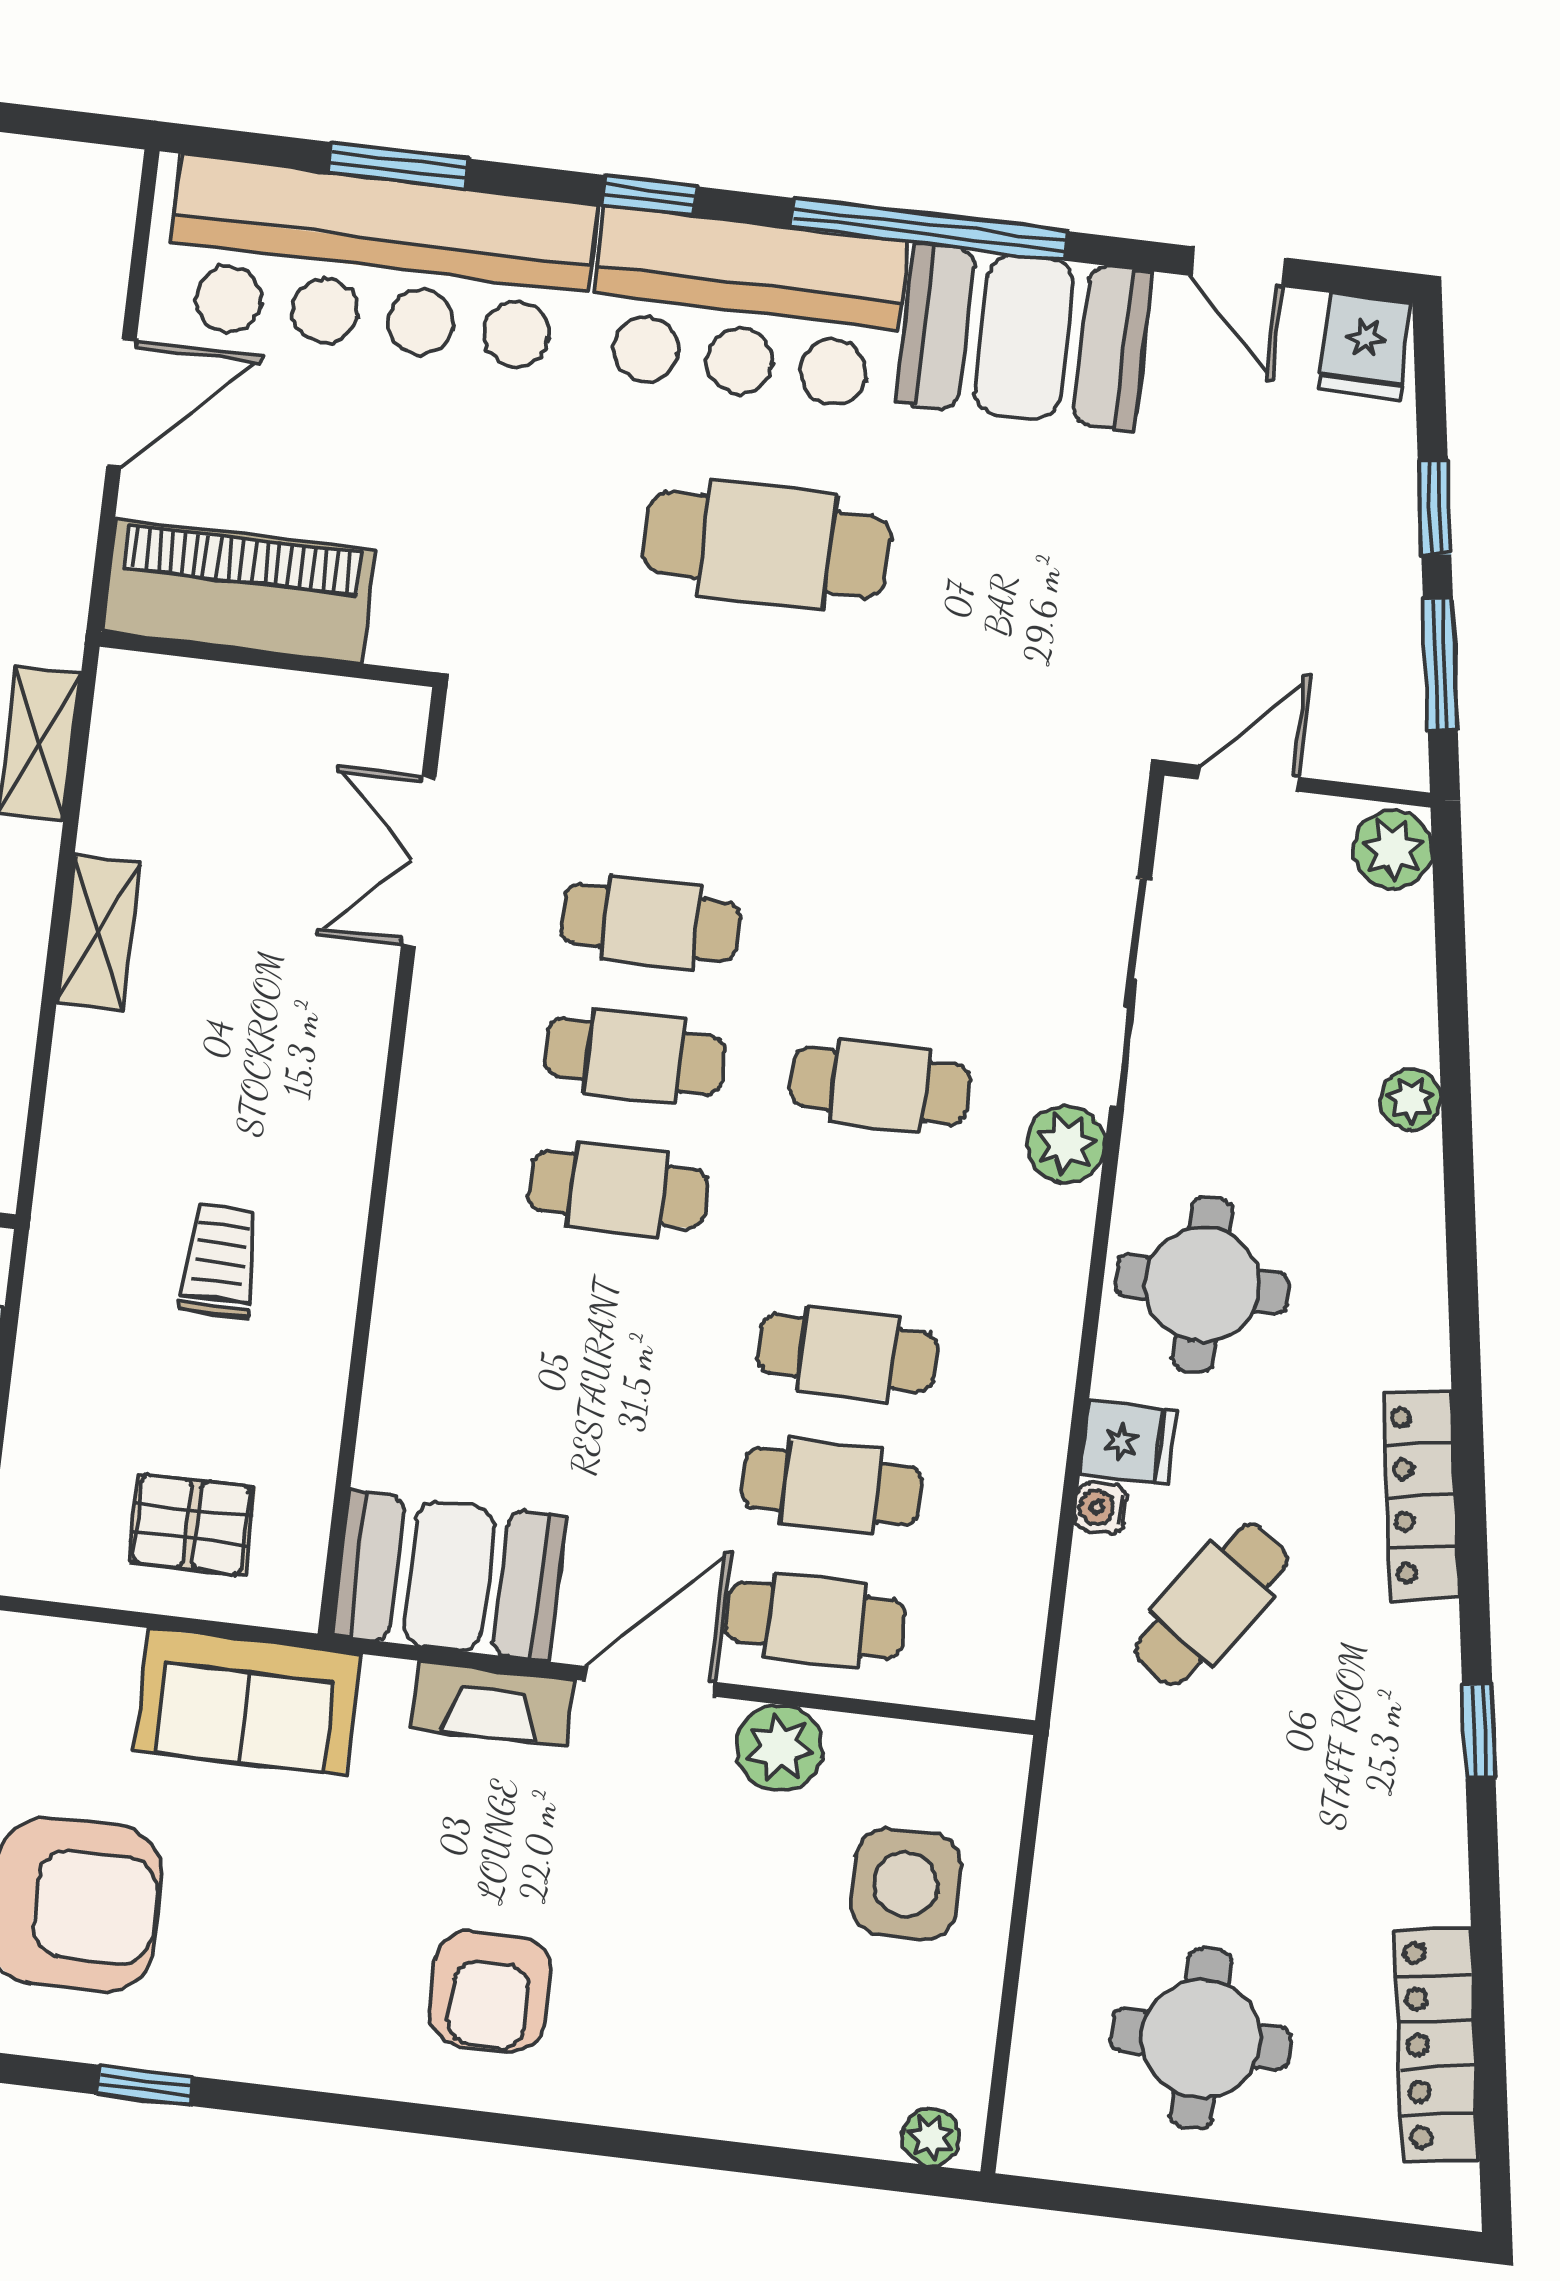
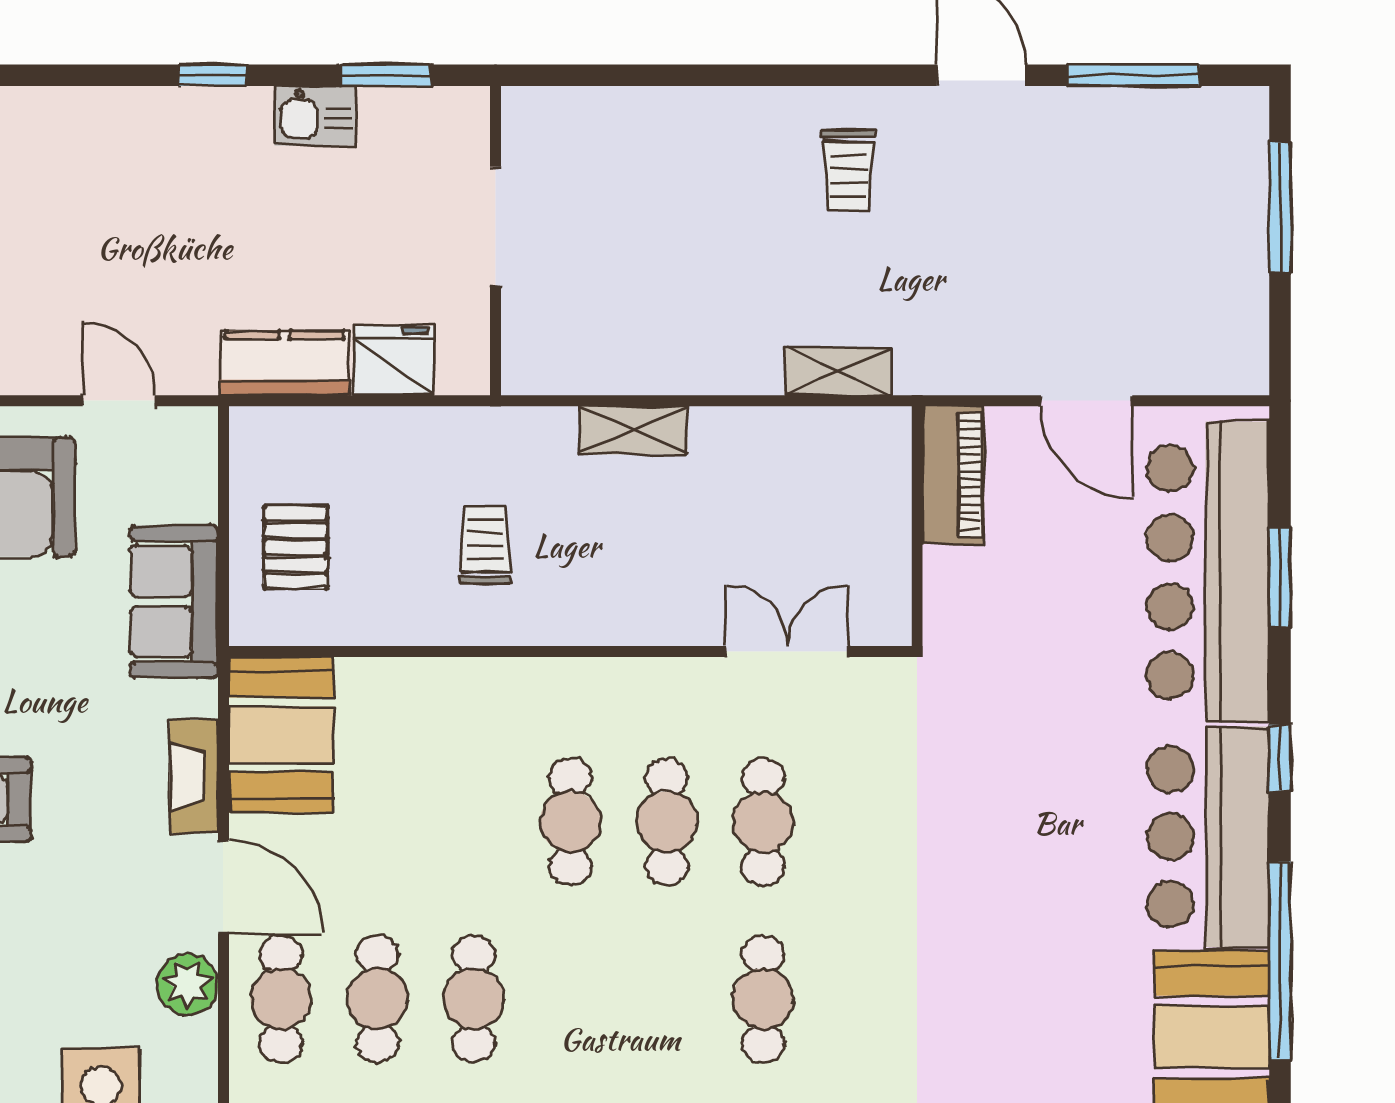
cafe table: (767, 545) -> (1042, 872), removed
piano: (239, 591) -> (953, 475), width x0.73, depth x0.75
shelving: (99, 933) -> (634, 430), moved
cafe table: (880, 1086) -> (763, 999), moved
trolley: (220, 1261) -> (485, 544), turned -90

